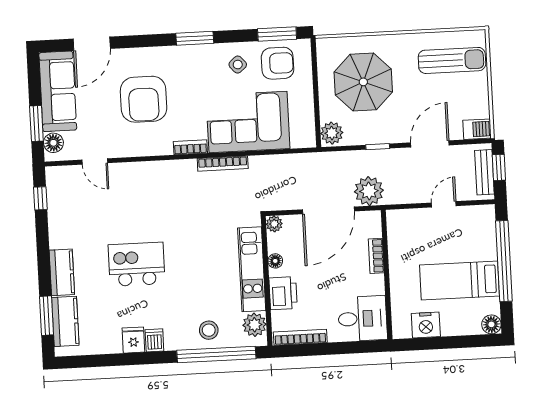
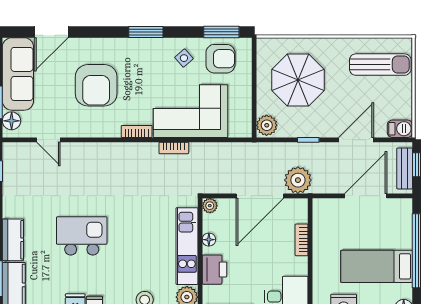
bookcase: (223, 164) -> (174, 148), width x0.64
door: (444, 204) -> (366, 196), width x1.87

